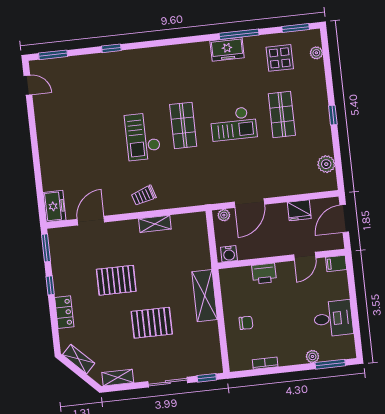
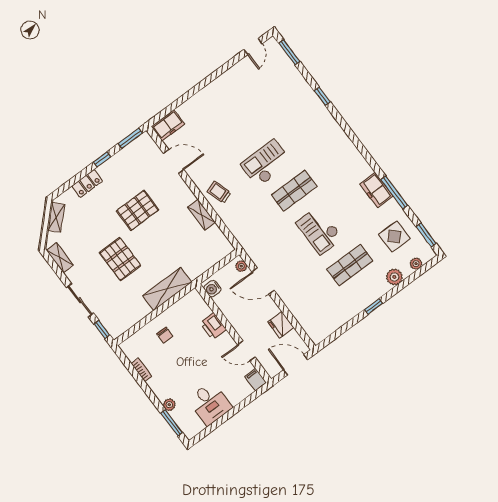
plant: (326, 164) -> (394, 277), moved
pallet: (116, 280) -> (138, 210), turned 90

